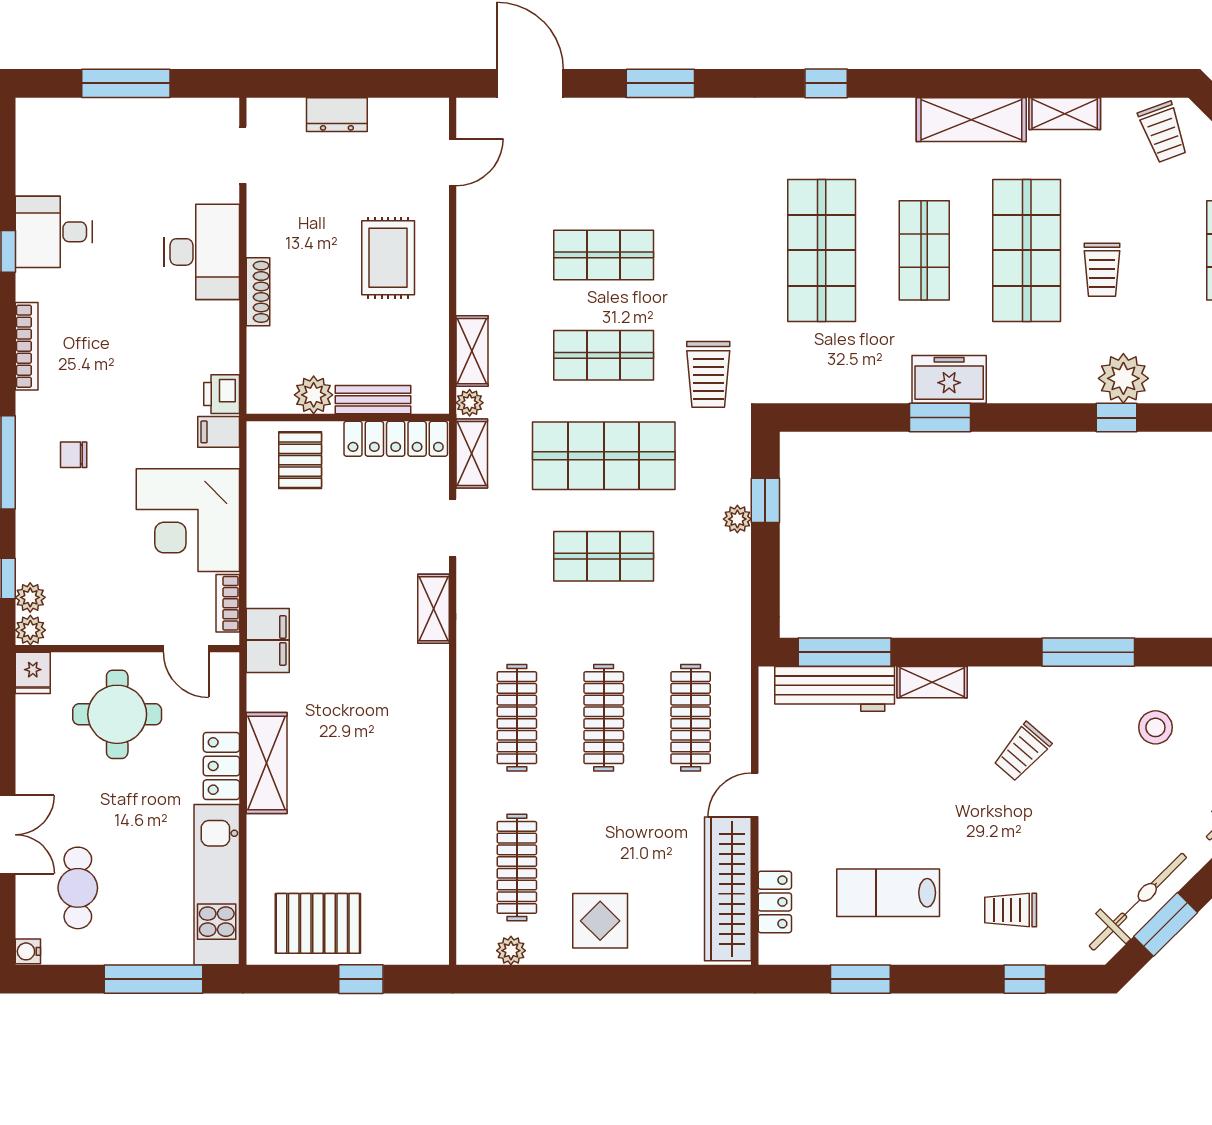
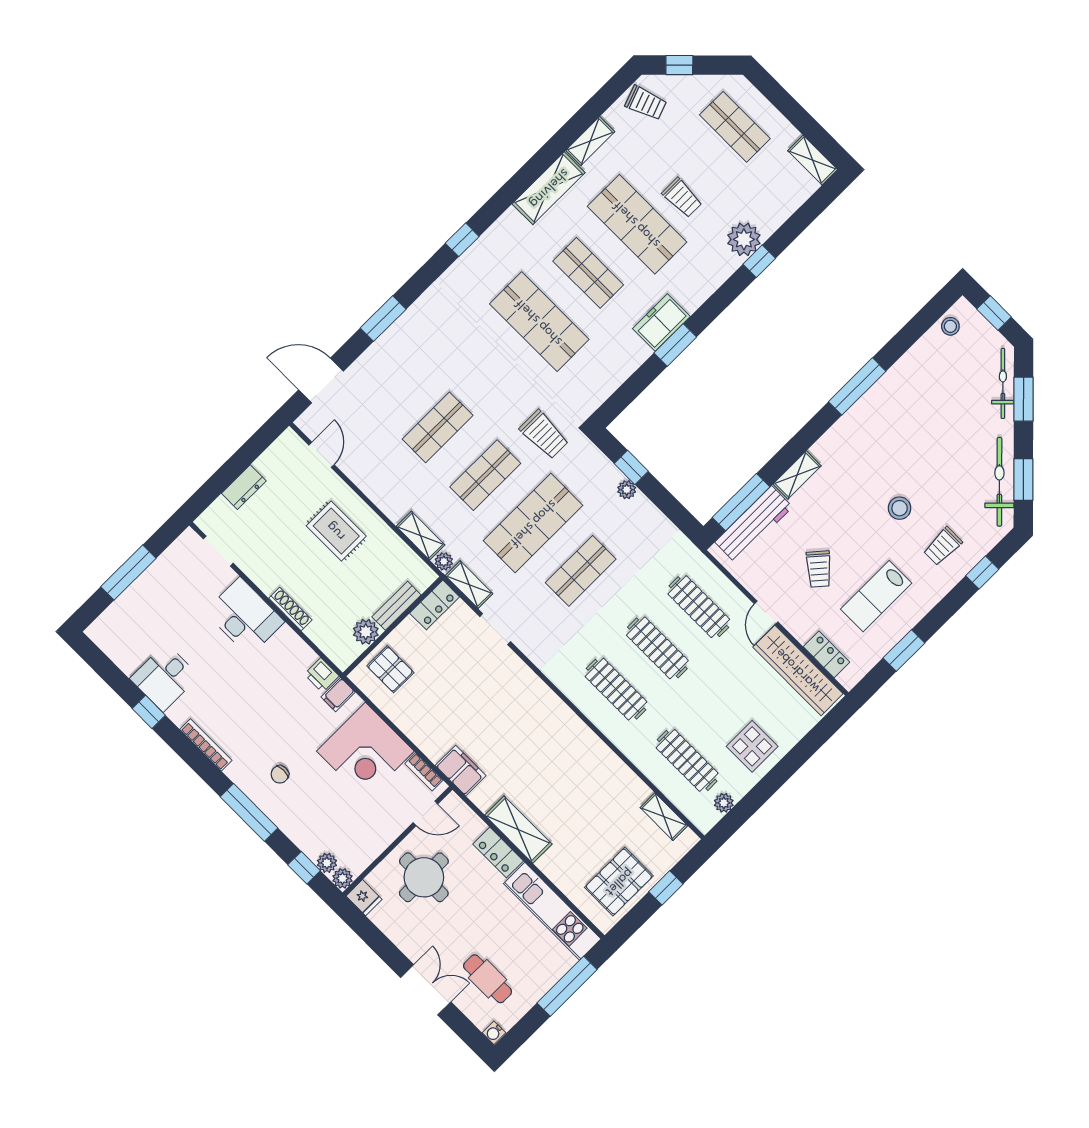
locker: (396, 439) -> (435, 605), width x0.66
shelving: (433, 609) -> (664, 817), moved
stool: (1155, 727) -> (900, 508), moved
trolley: (1022, 752) -> (819, 569), moved

